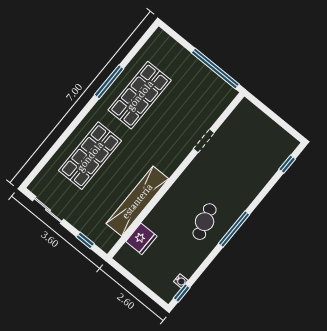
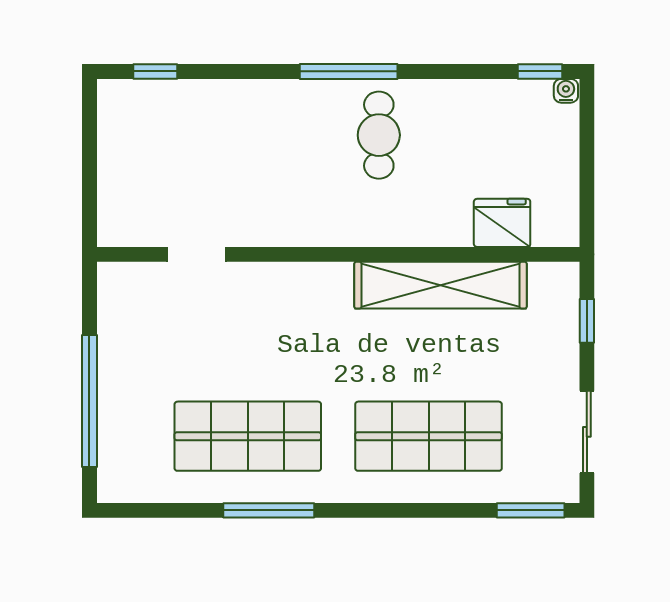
window: (215, 69) -> (89, 401), moved
doorway: (204, 141) -> (196, 254), moved
window: (37, 170) -> (531, 510), added
cafe table: (205, 222) -> (379, 135), turned -74
water cooler: (181, 281) -> (566, 91), moved

